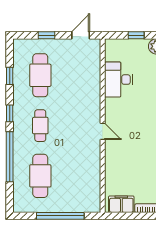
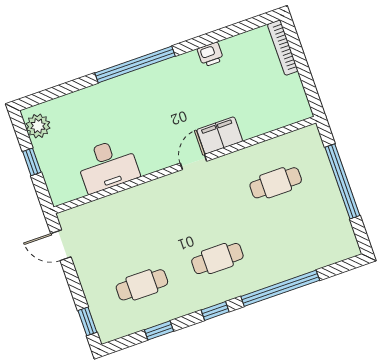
window: (46, 35) -> (87, 321), moved
cafe table: (40, 75) -> (142, 285), width x0.73, depth x0.74
cafe table: (40, 176) -> (276, 183), moved, width x0.73, depth x0.74
filing cabinet: (121, 204) -> (220, 135), moved, turned 90

